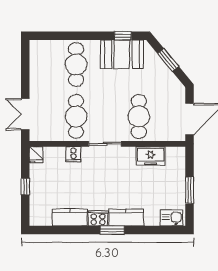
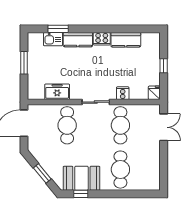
kitchen sink: (172, 218) -> (53, 39), moved
window: (112, 230) -> (58, 29), moved

